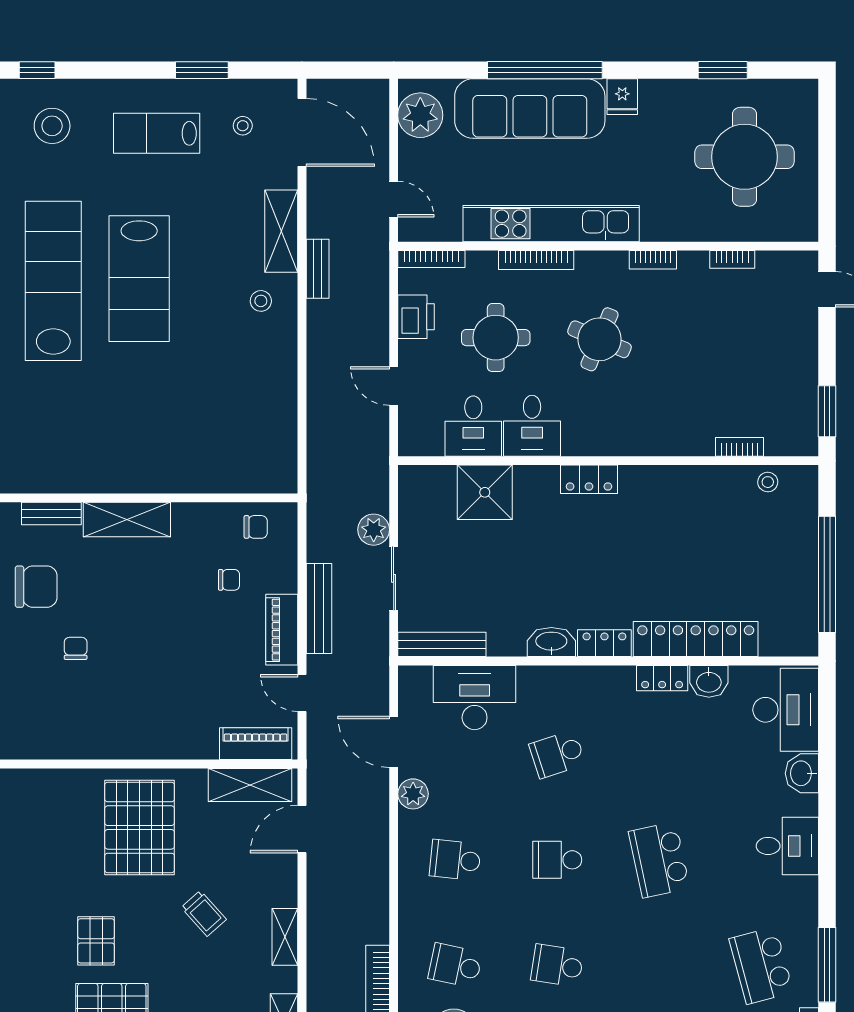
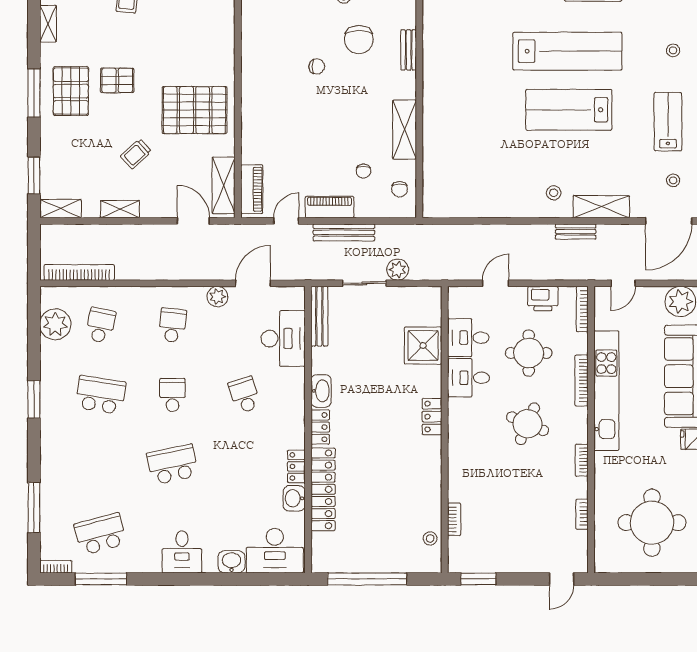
stool: (52, 126) -> (673, 50), width x0.53, depth x0.53
shelving: (127, 520) -> (405, 130), moved
school desk: (557, 965) -> (100, 395), width x1.85

